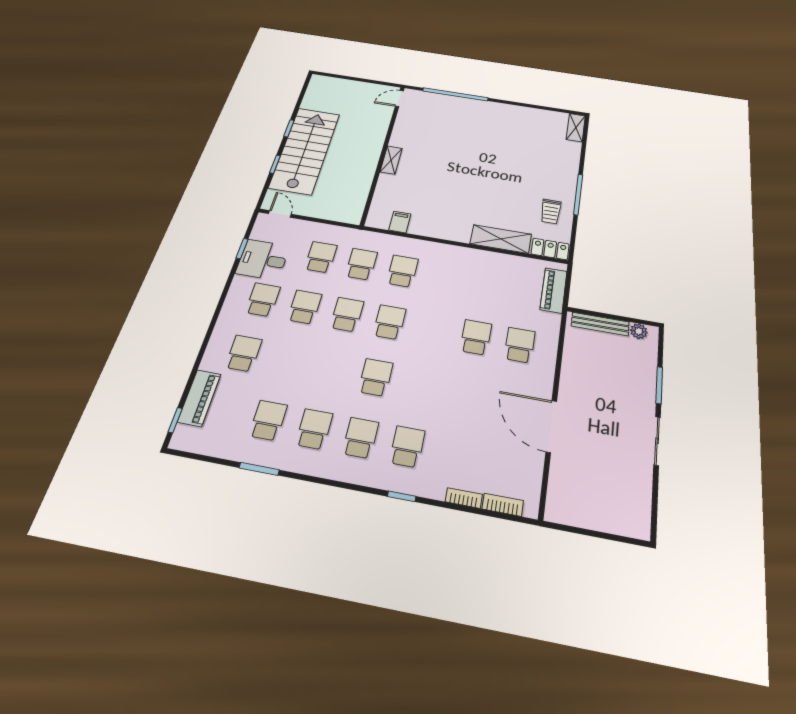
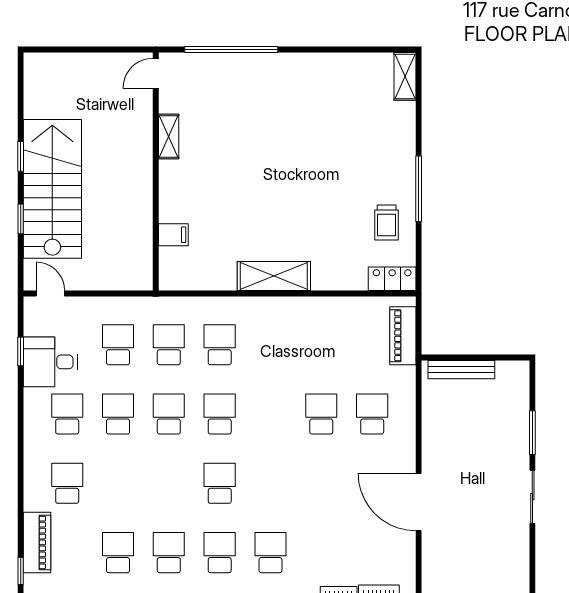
shelving: (391, 160) -> (169, 136), moved
filing cabinet: (400, 222) -> (173, 235), moved, turned 90
shelving: (501, 239) -> (274, 276), moved
plant: (639, 331) -> (506, 370), removed

